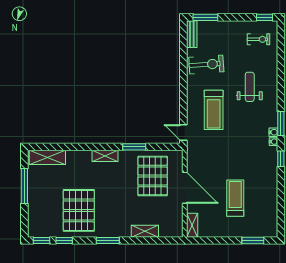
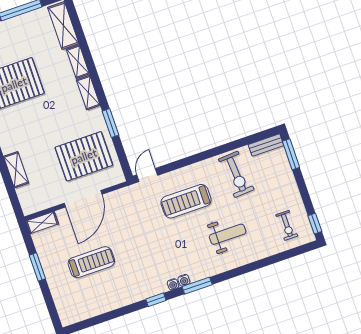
shelving: (79, 156) -> (78, 62), added
window: (253, 241) -> (37, 267), moved

